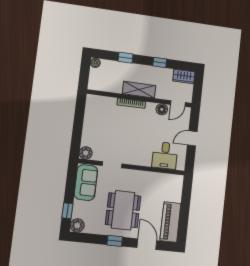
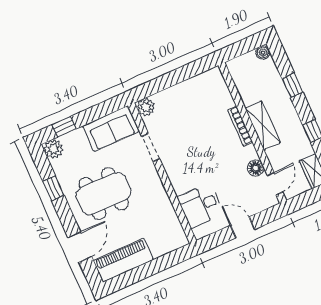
door: (178, 103) -> (275, 184), swing flipped
window: (115, 241) -> (53, 188), moved

